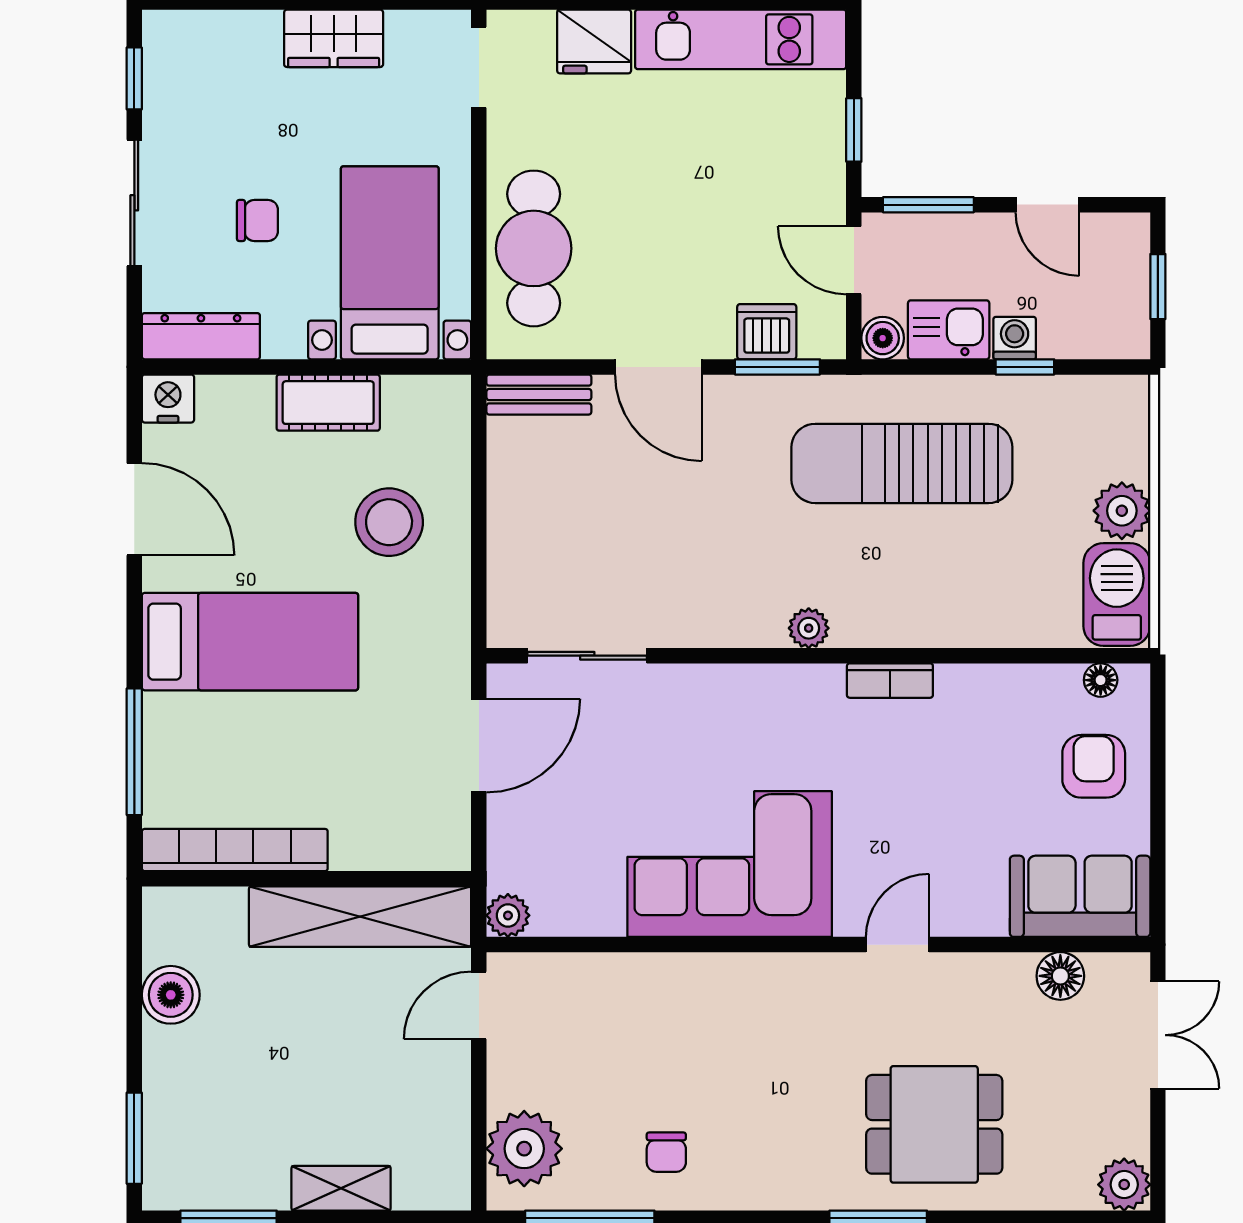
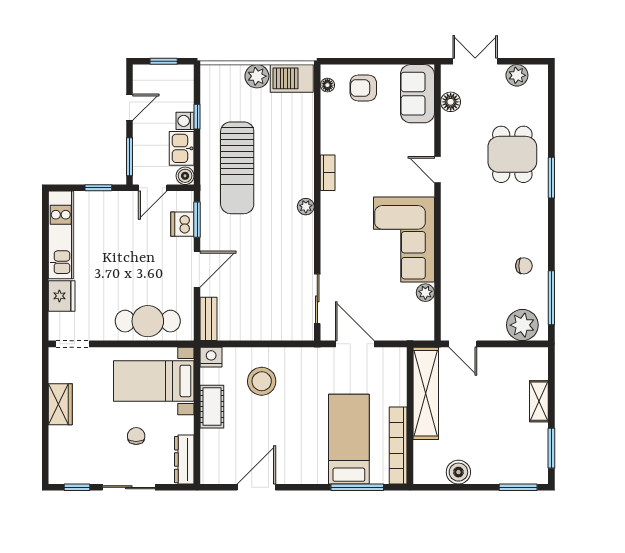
nightstand: (168, 399) -> (211, 357), moved, turned 90
bed: (250, 642) -> (349, 439), moved
plant: (508, 915) -> (425, 293), moved
plant: (1124, 1185) -> (517, 75), moved

